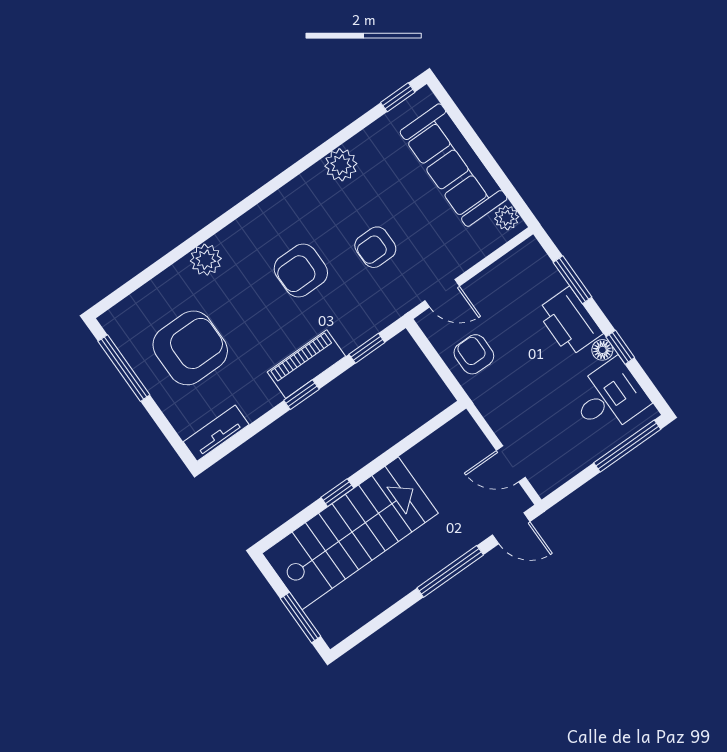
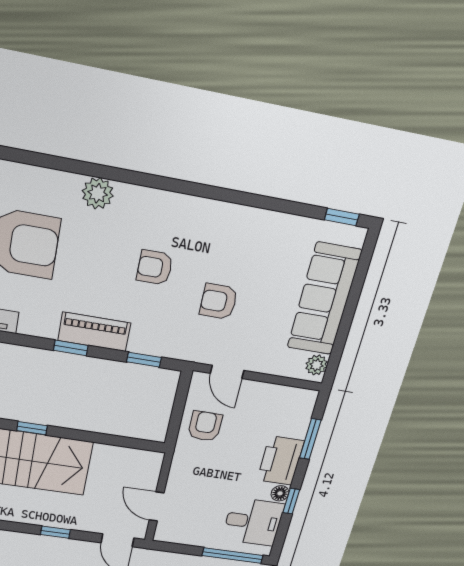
plant: (341, 165) -> (257, 223), removed
armchair: (301, 271) -> (155, 267), width x0.72, depth x0.72
window: (450, 571) -> (55, 532), width x0.46

